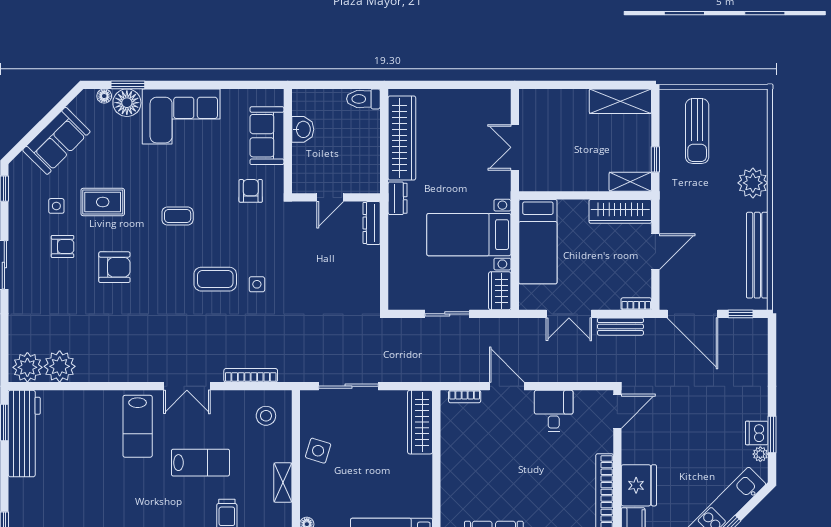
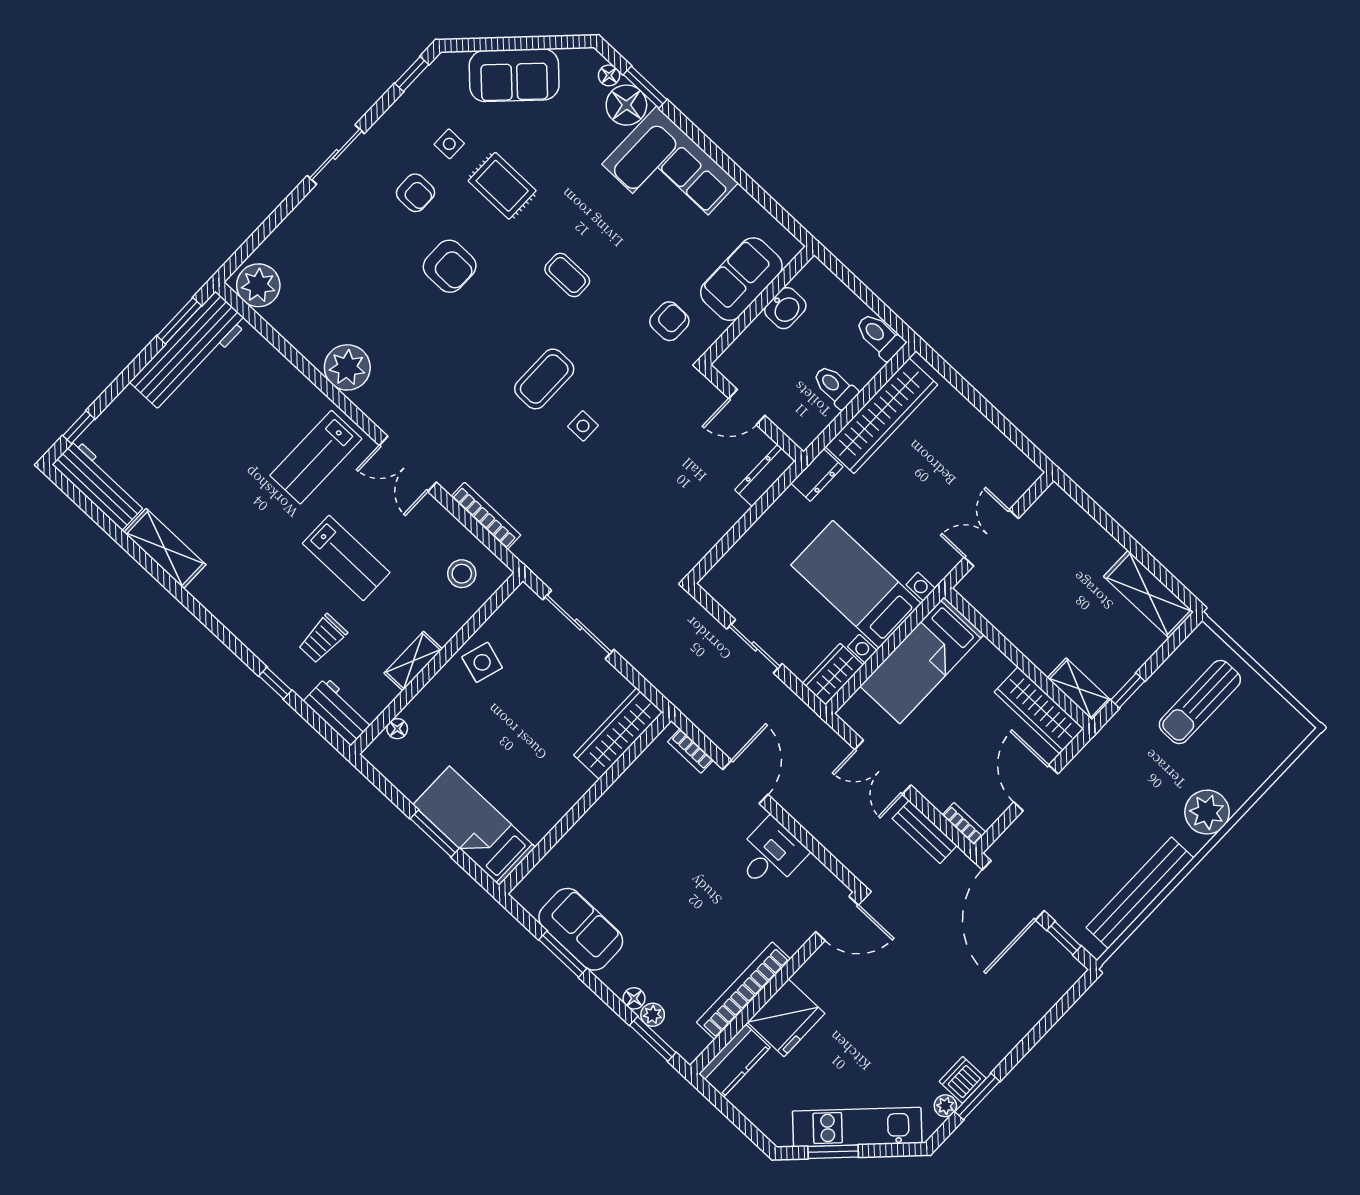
toilet: (365, 145) -> (835, 387), added
door: (655, 252) -> (1036, 788), swing flipped
coffee table: (215, 279) -> (544, 379), turned 90
plant: (60, 366) -> (347, 367), moved

